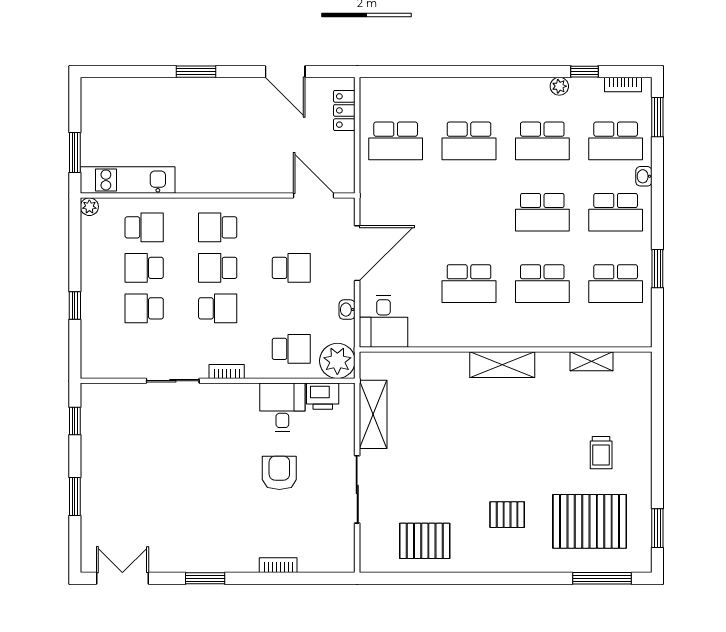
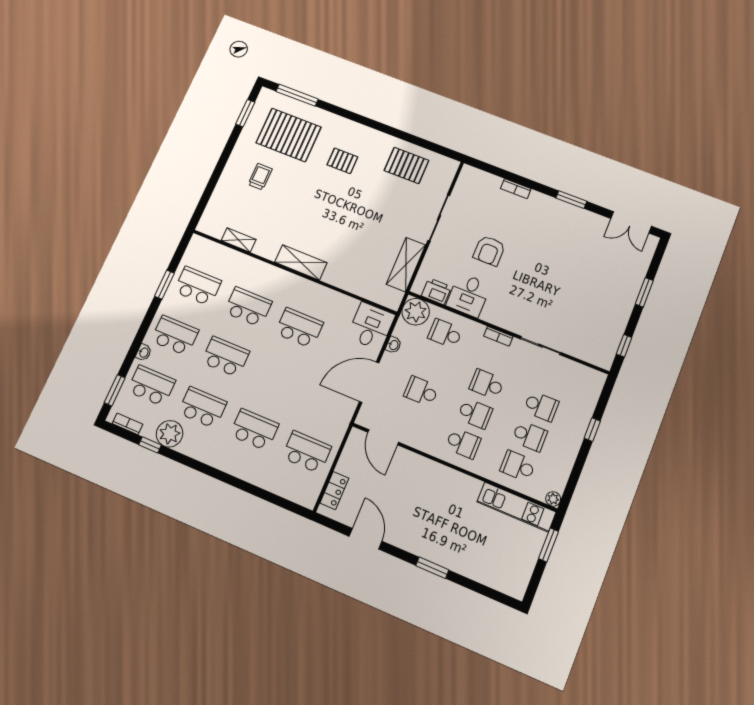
plant: (559, 86) -> (170, 434), width x1.88, depth x1.88

